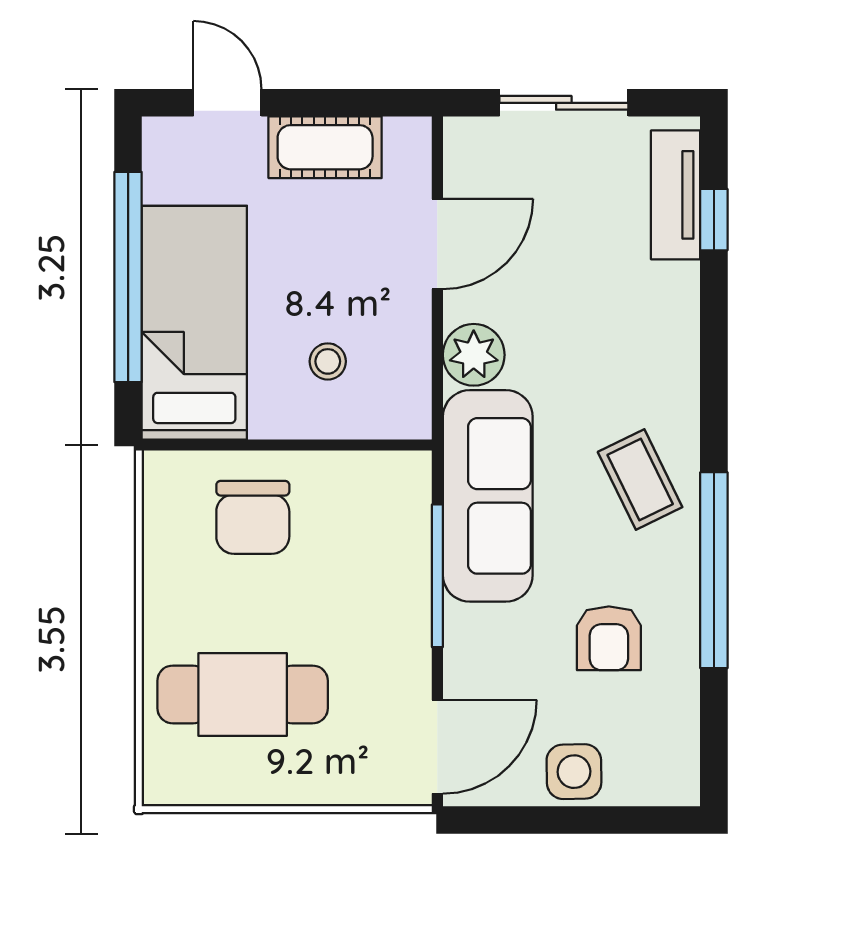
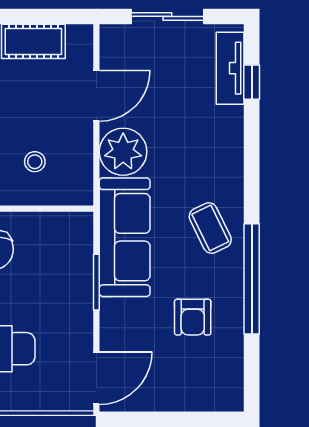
plant: (474, 355) -> (123, 152), width x1.36, depth x1.36
window: (437, 576) -> (96, 282), width x0.69
side table: (574, 772) -> (173, 392), removed

